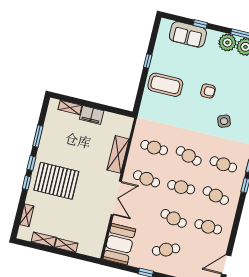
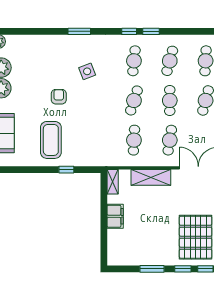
window: (148, 61) -> (66, 170), moved
coffee table: (165, 85) -> (51, 140), moved
shelving: (70, 107) -> (113, 182), moved

